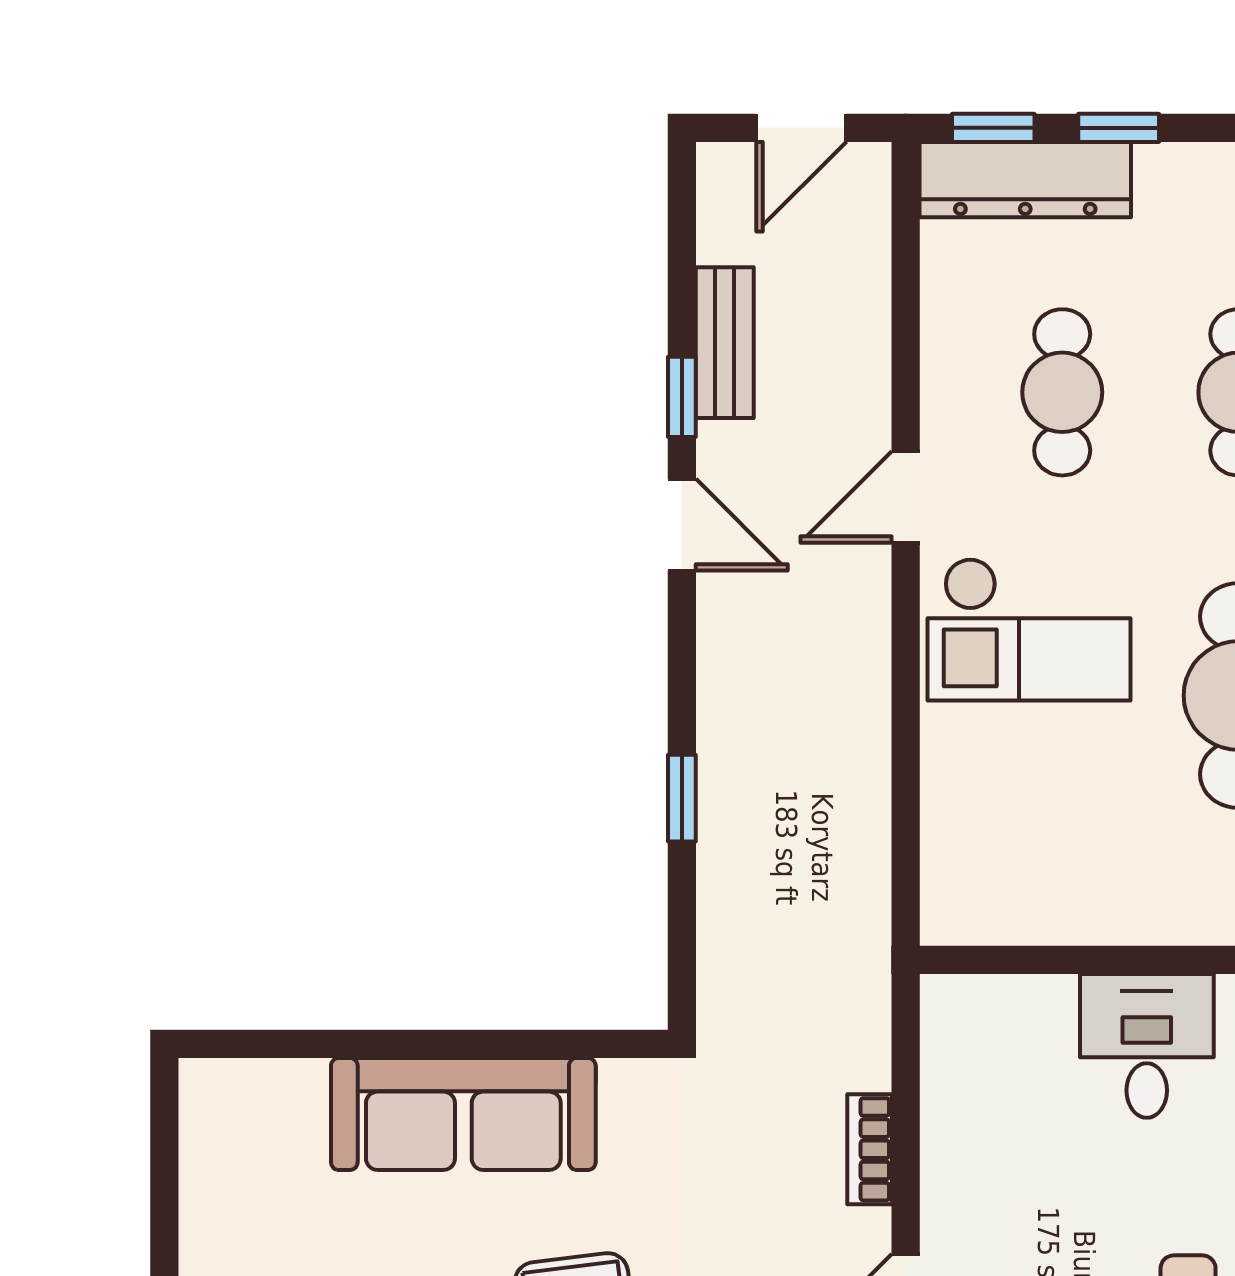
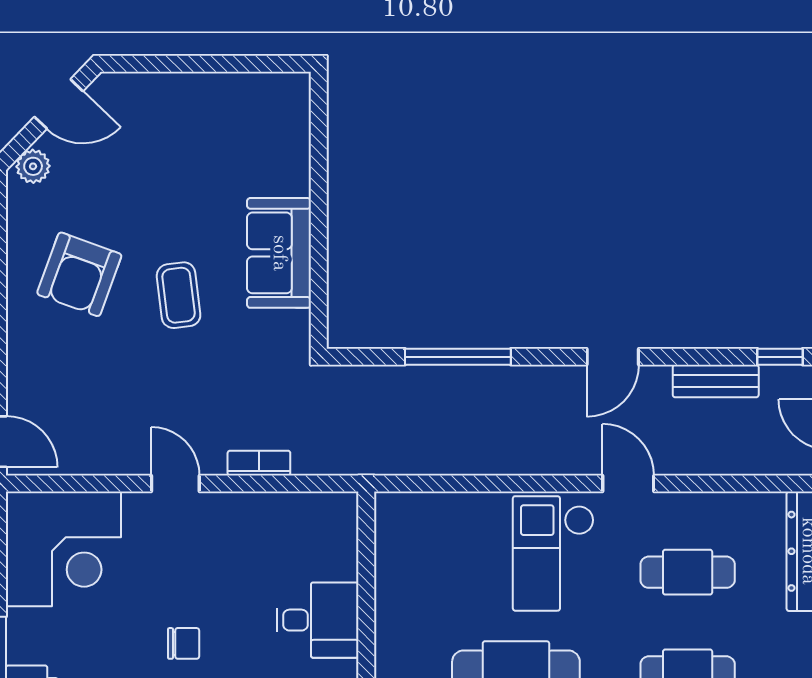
window: (682, 397) -> (780, 357), moved
window: (682, 798) -> (458, 357), width x2.17
sofa: (463, 1114) -> (279, 253), width x0.73

